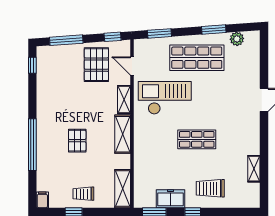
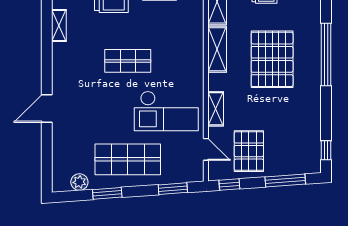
shelving: (123, 134) -> (217, 49), moved
pallet: (77, 141) -> (272, 59), width x2.05, depth x2.00

